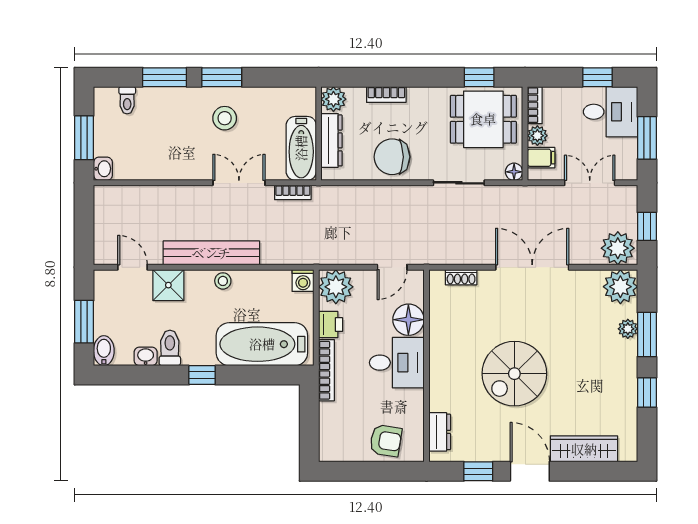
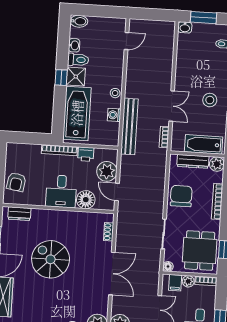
bookcase: (386, 95) -> (217, 201), width x1.56
bathtub: (301, 148) -> (204, 144), moved
bench: (211, 253) -> (129, 126), moved
washing machine: (303, 280) -> (114, 115), moved
shower: (168, 285) -> (76, 77), moved
plant: (336, 287) -> (107, 171), moved
window: (84, 322) -> (96, 11), removed

